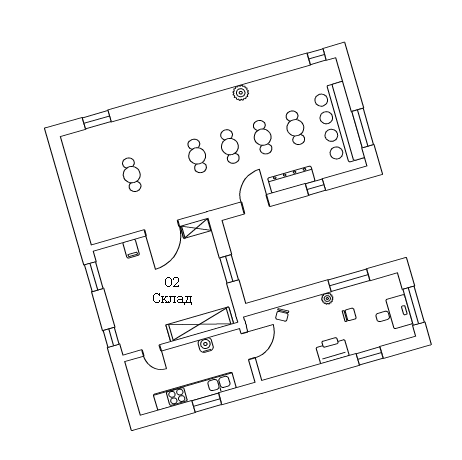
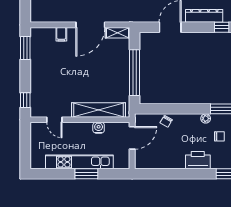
window: (229, 269) -> (135, 73), width x2.11

